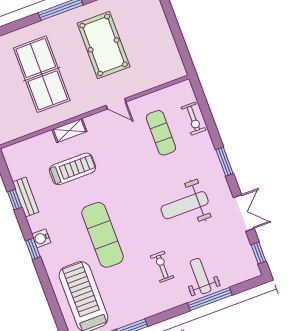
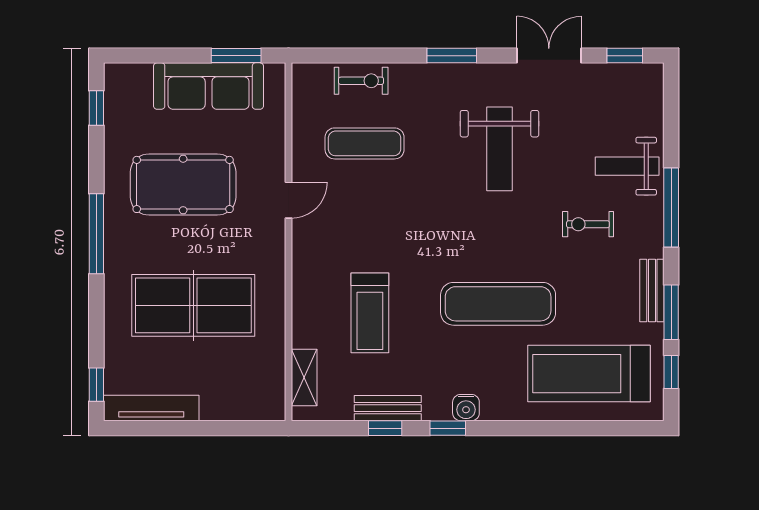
sofa: (161, 39) -> (209, 86), added
window: (182, 48) -> (236, 56), added
shelving: (69, 130) -> (304, 377), moved
treadmill: (72, 169) -> (370, 313), turned 180
window: (33, 249) -> (448, 428), moved
window: (210, 299) -> (671, 207), moved
bench: (140, 314) -> (652, 290), added

